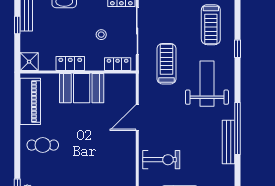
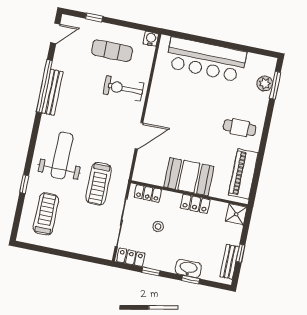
weight bench: (207, 84) -> (62, 156), turned 180
window: (237, 128) -> (44, 86), moved

